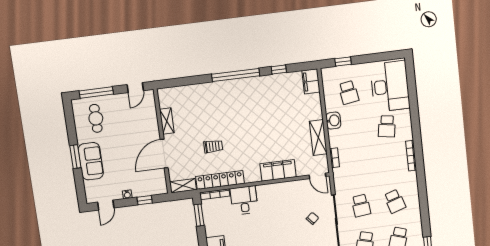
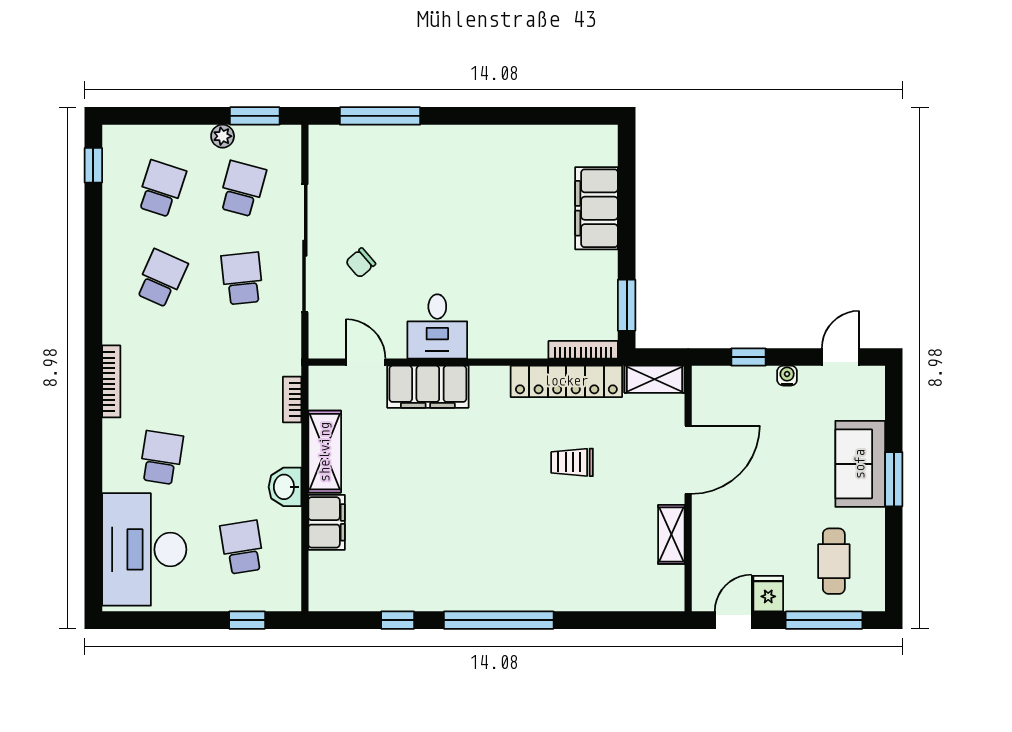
filing cabinet: (311, 81) -> (327, 522), moved
fridge: (122, 101) -> (768, 594), added
door: (317, 176) -> (366, 362), moved
desk: (244, 200) -> (437, 327), moved
school desk: (395, 201) -> (161, 278), turned 42

